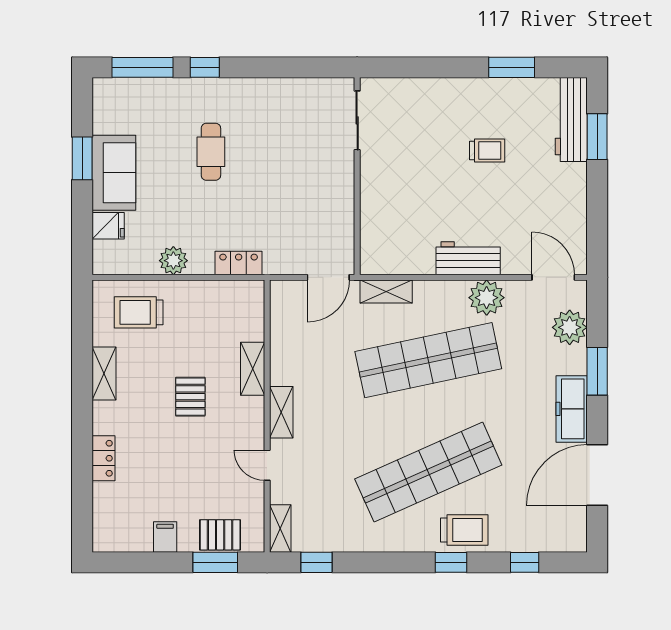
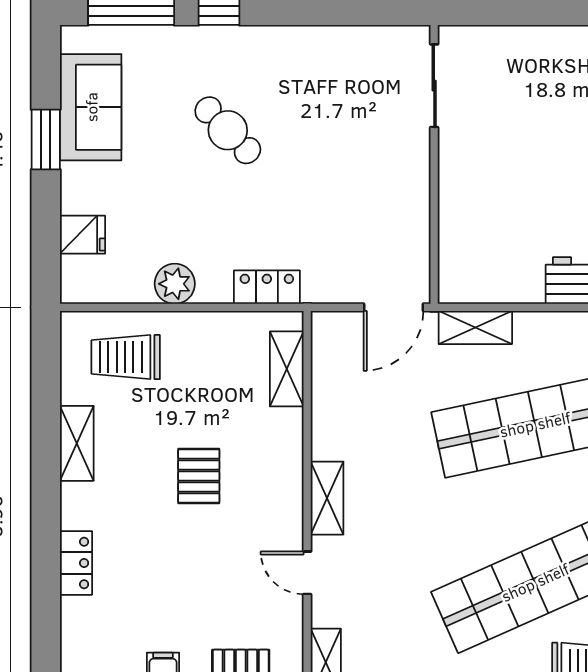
cafe table: (211, 152) -> (228, 130), turned -44
sofa: (114, 173) -> (91, 107), moved
shelving: (253, 369) -> (287, 369), moved

